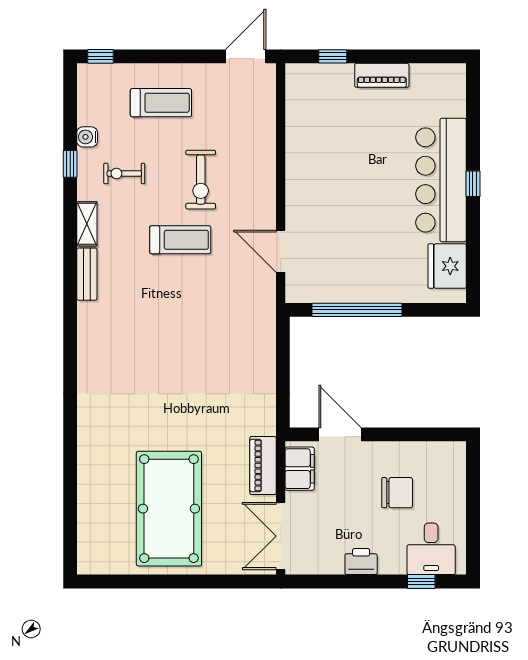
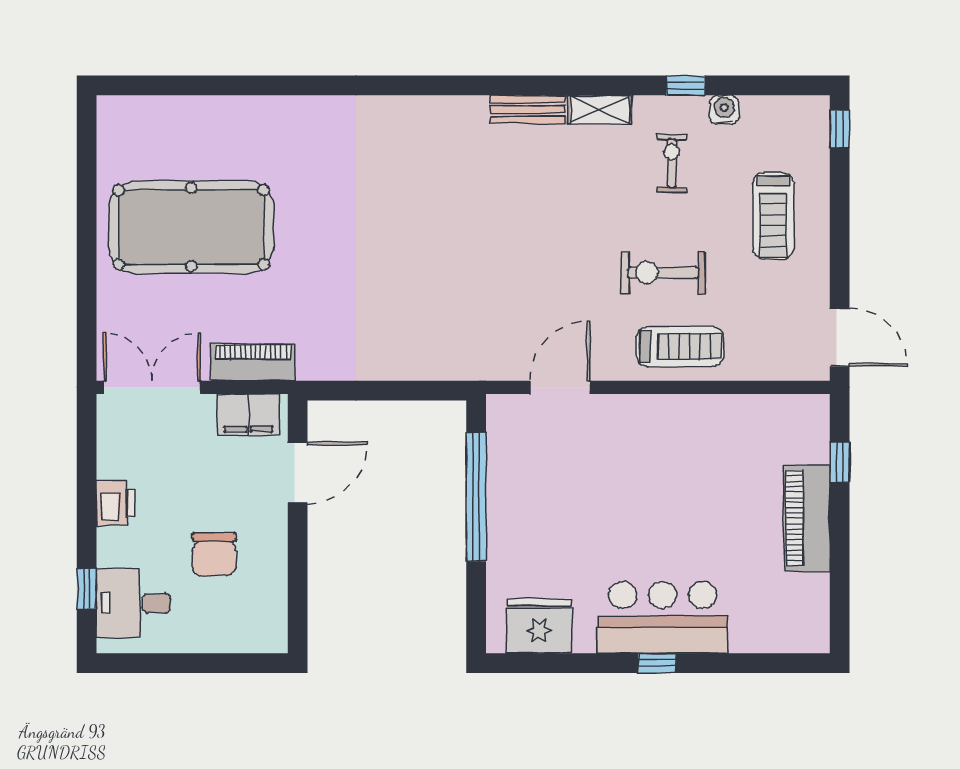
piano: (382, 75) -> (807, 518), width x1.37, depth x1.33
bar counter: (441, 180) -> (662, 617), width x0.73
treadmill: (180, 240) -> (680, 347), moved, turned -90

